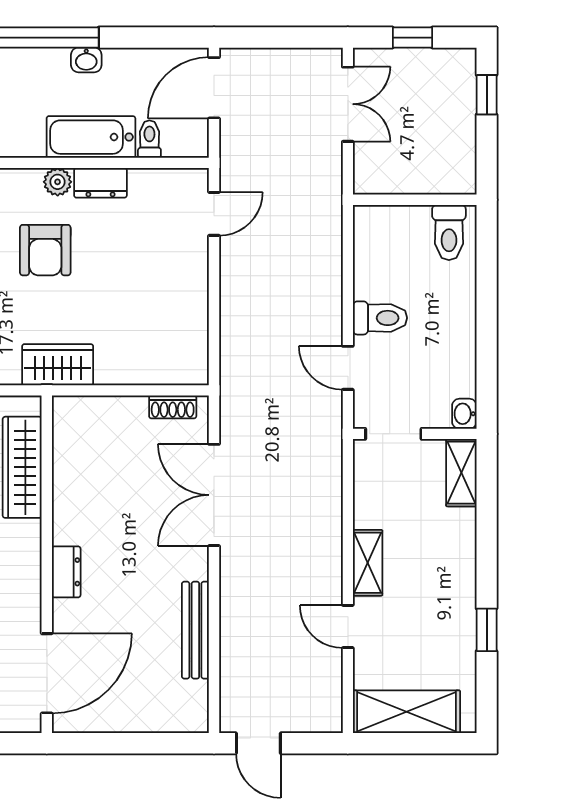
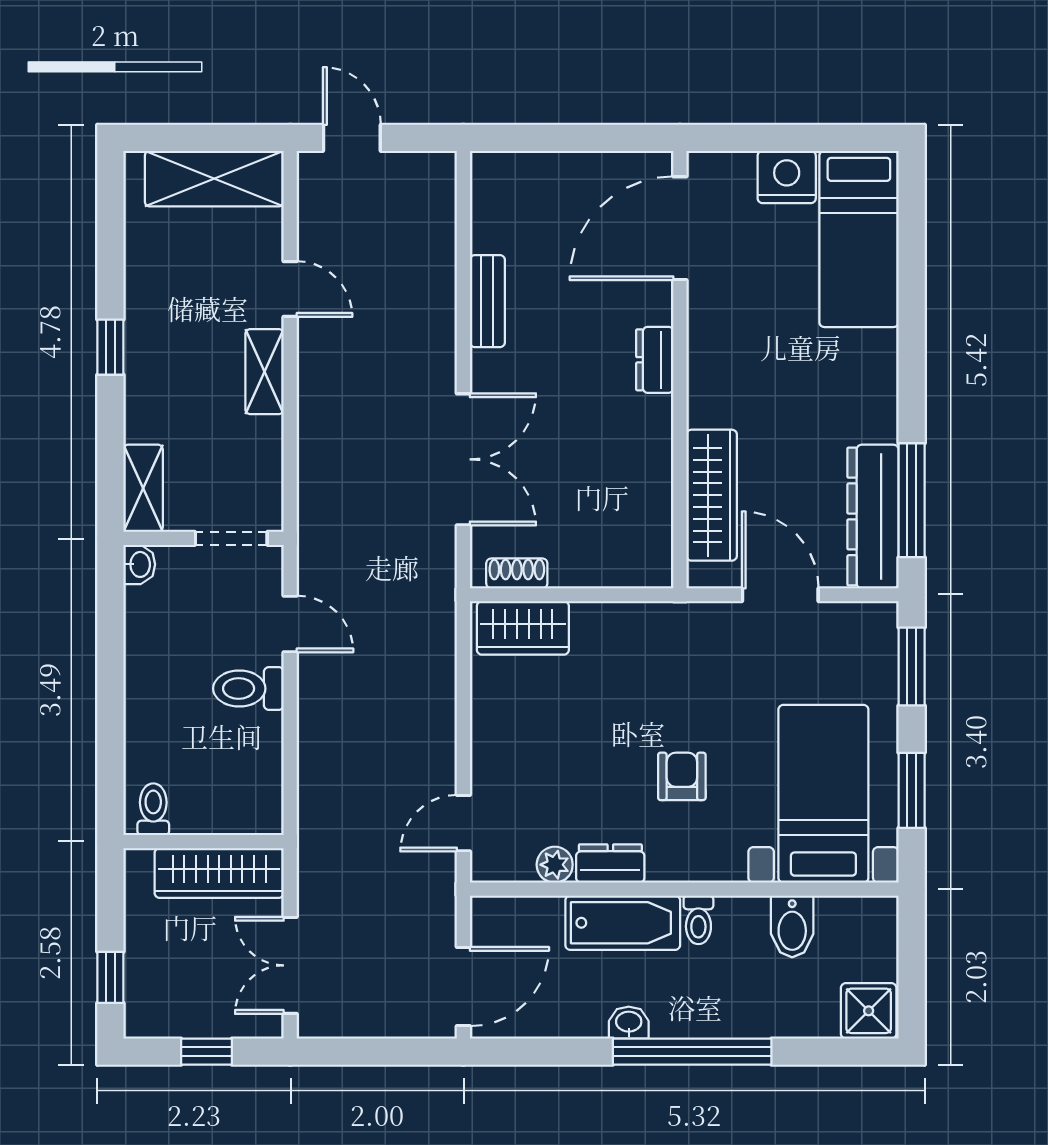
toilet: (149, 139) -> (698, 920), moved
wardrobe: (403, 175) -> (219, 873), added
plant: (58, 182) -> (555, 865), moved
toilet: (449, 232) -> (153, 809), width x0.73, depth x0.72
armchair: (45, 250) -> (682, 776), width x0.72, depth x0.72
wardrobe: (58, 365) -> (523, 628), moved
bench: (195, 630) -> (487, 301), width x0.73
window: (487, 630) -> (110, 347), moved
door: (258, 743) -> (352, 138), moved

